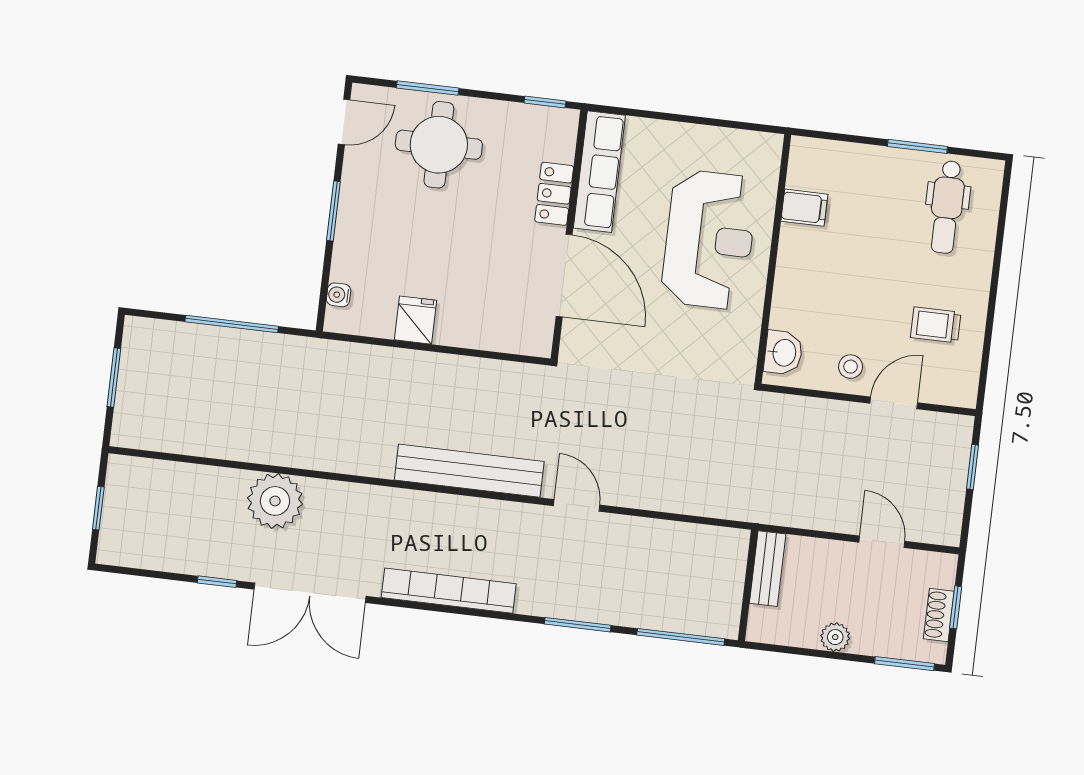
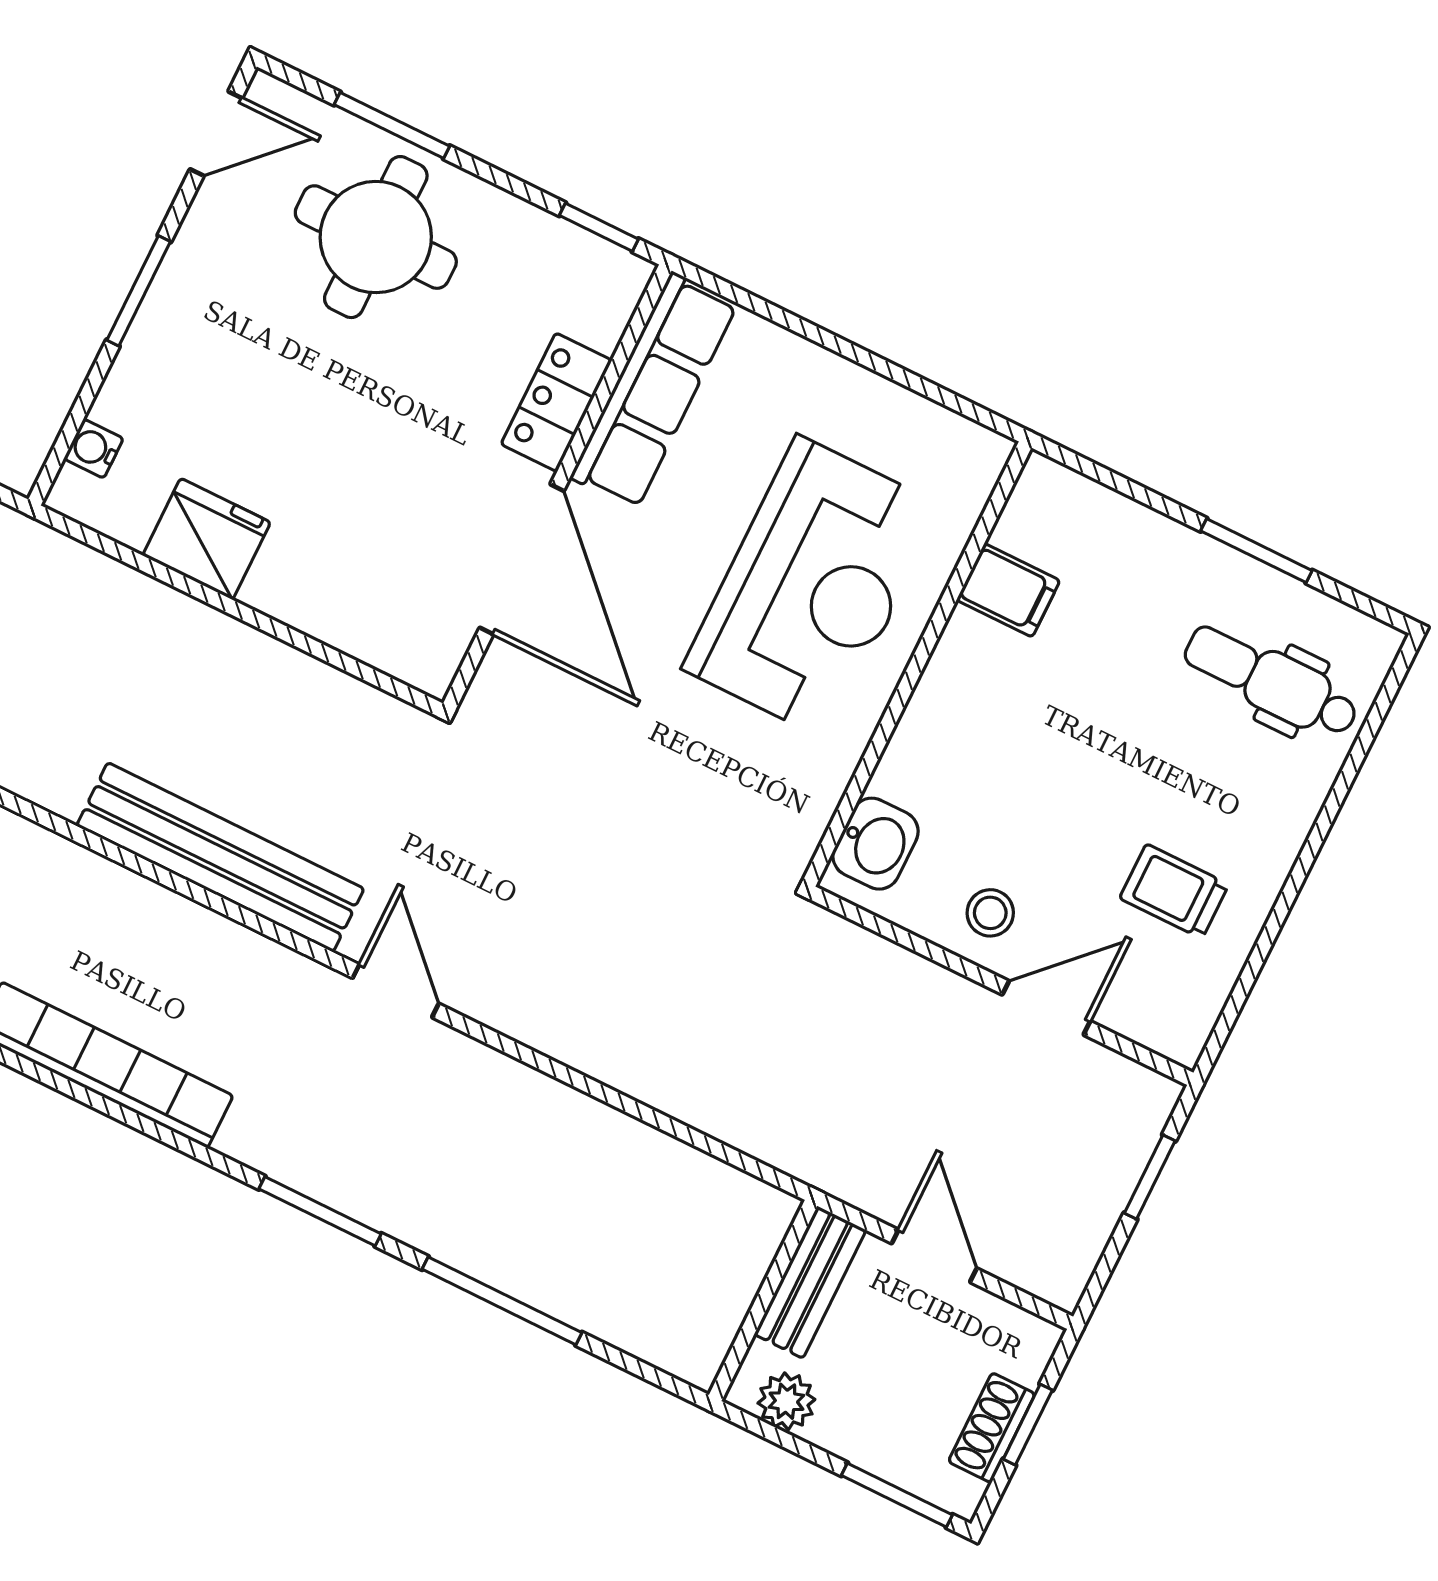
dental chair: (947, 207) -> (1271, 681), turned 90
fridge: (416, 320) -> (207, 539), width x1.38
bench: (768, 569) -> (810, 1282), moved
wall: (748, 585) -> (763, 1300), moved

